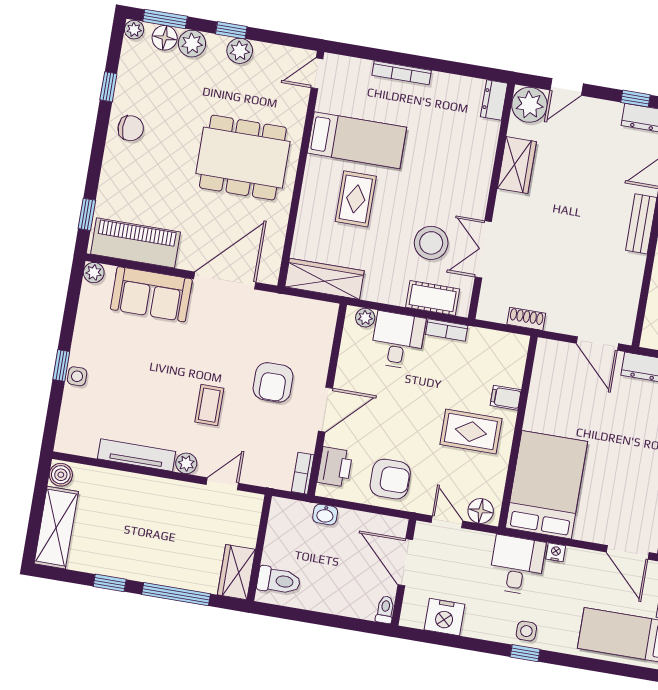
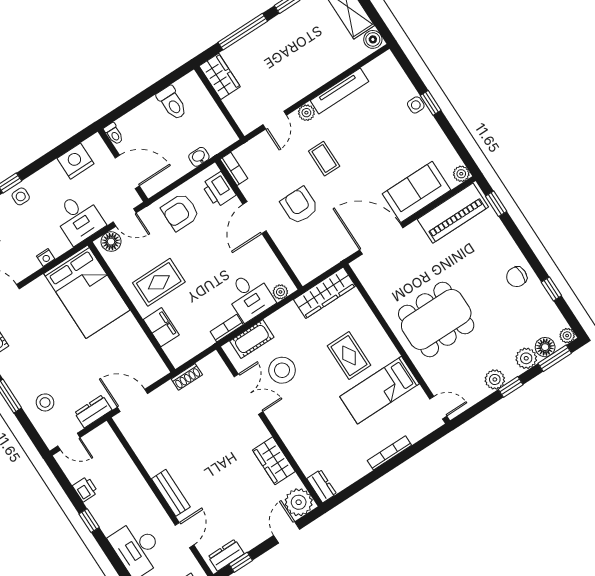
door: (317, 73) -> (438, 408), hinge flipped
door: (225, 281) -> (381, 239), swing flipped
filing cabinet: (506, 398) -> (161, 327), width x2.00
desk: (517, 565) -> (79, 218), moved
toilet: (279, 581) -> (172, 103), moved, turned -90

